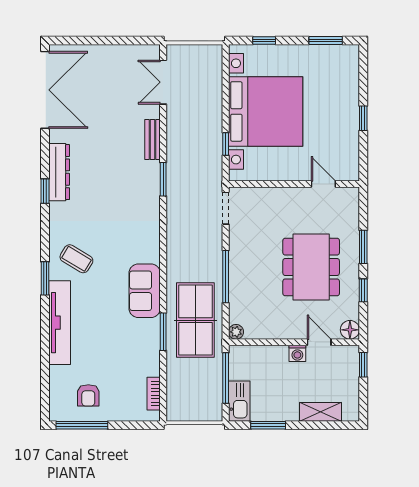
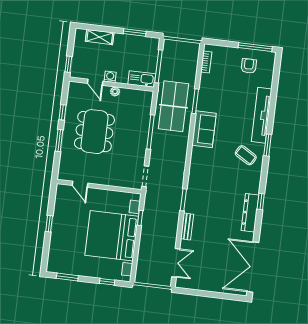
floor lamp: (350, 330) -> (74, 88), removed
plant: (236, 332) -> (115, 91), moved
kitchen sink: (239, 401) -> (142, 79), moved, turned 90

